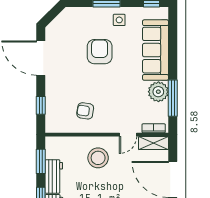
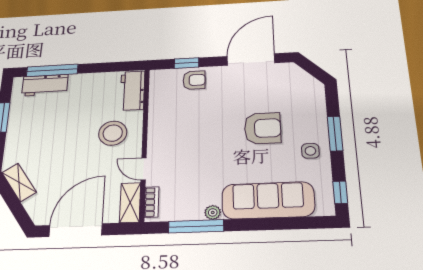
plant: (158, 92) -> (213, 212), width x0.53, depth x0.53
armchair: (85, 111) -> (194, 80), moved, turned 81
window: (41, 161) -> (112, 67), removed
workbench: (54, 176) -> (132, 91), moved, turned 90

